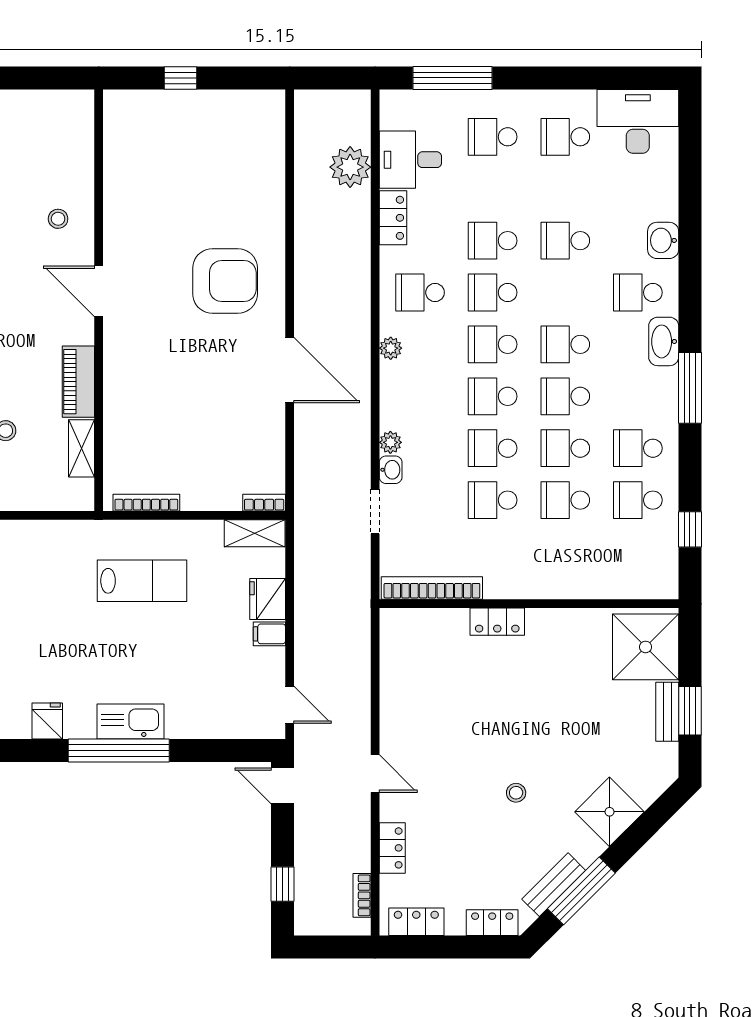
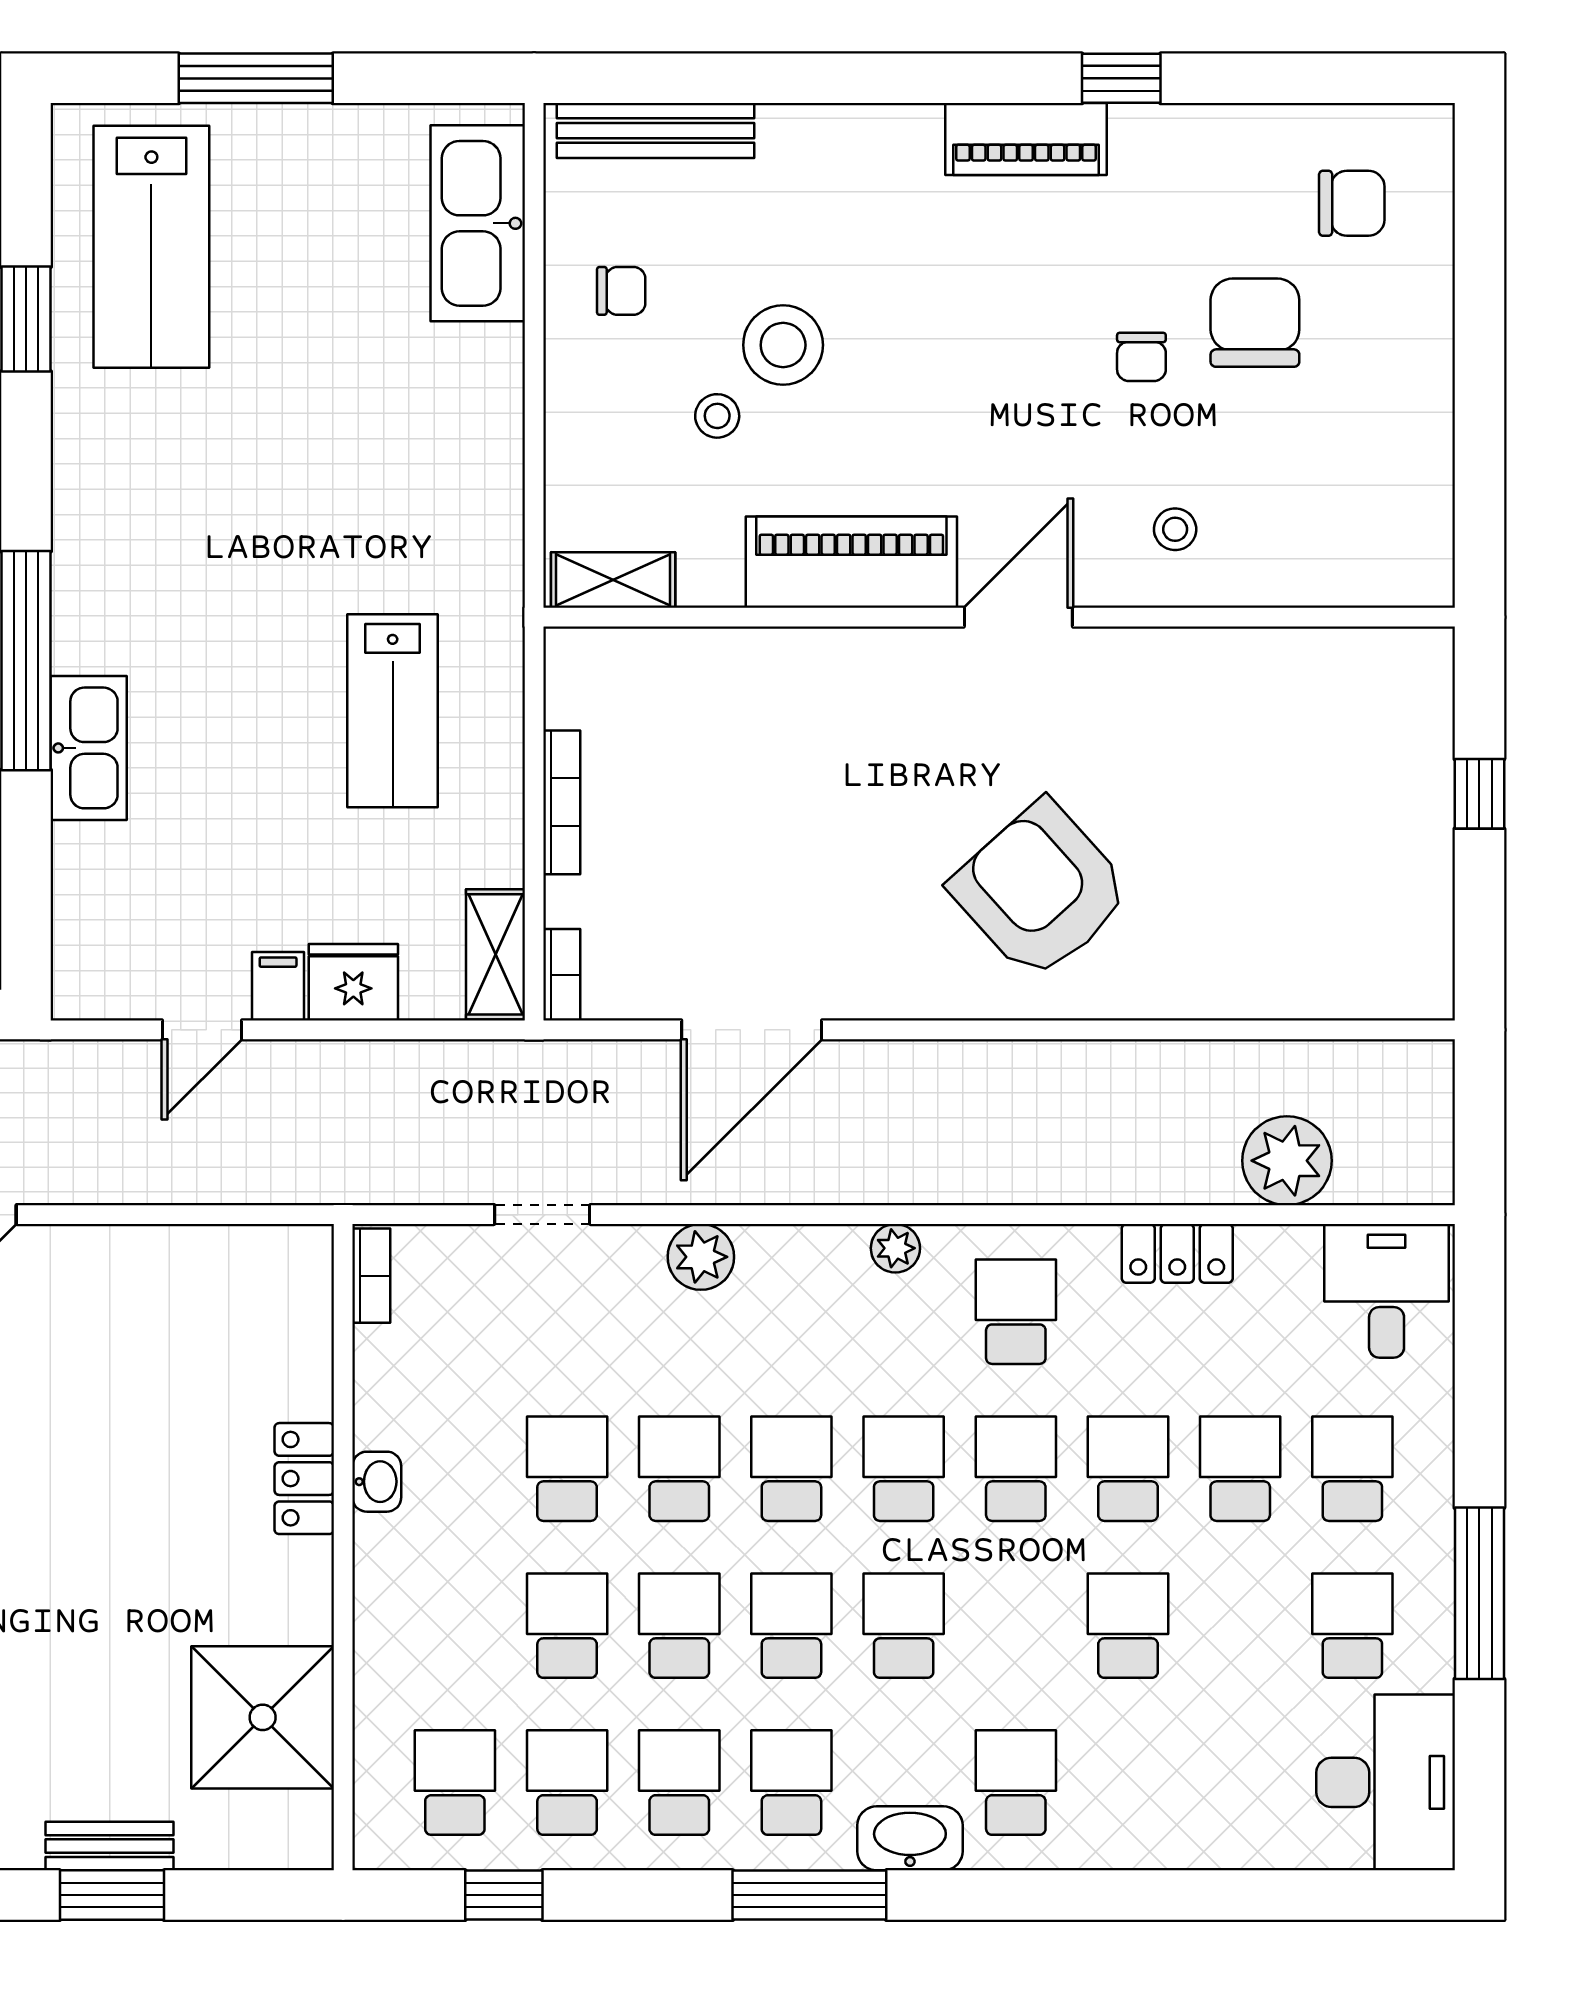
window: (452, 78) -> (1479, 1593), moved
desk: (410, 160) -> (1387, 1291), moved
school desk: (493, 189) -> (1240, 1469), added
washbasin: (663, 240) -> (1128, 1837), removed
armchair: (225, 281) -> (1041, 890), turned 138
door: (290, 370) -> (752, 1030), moved
piano: (78, 382) -> (851, 562), width x1.37, depth x1.33
school desk: (638, 396) -> (791, 1783), added
plant: (390, 442) -> (701, 1257), width x1.38, depth x1.38
shelving: (81, 448) -> (613, 580), moved
washbasin: (391, 470) -> (377, 1482), moved, turned -90
bookcase: (146, 503) -> (562, 802), moved
school desk: (638, 552) -> (455, 1783), added
bookcase: (432, 588) -> (371, 1276), width x0.43, depth x0.76
shower: (646, 647) -> (263, 1717), moved
door: (290, 705) -> (202, 1030), moved
fridge: (47, 721) -> (90, 506), removed
kitchen sink: (130, 721) -> (89, 748), moved

